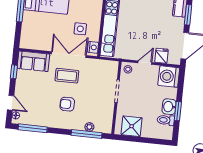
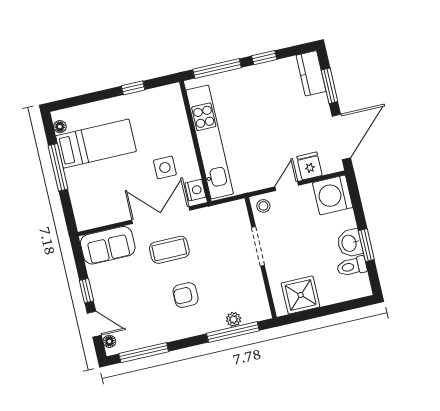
window: (14, 72) -> (87, 291), moved

